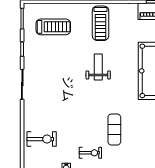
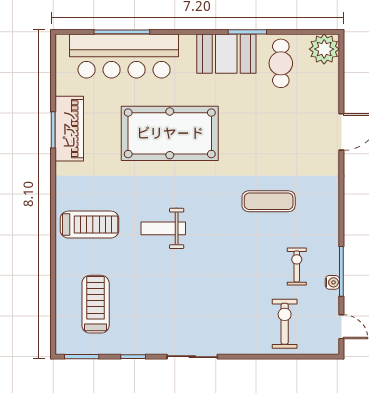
exercise bike: (90, 153) -> (297, 266), moved

